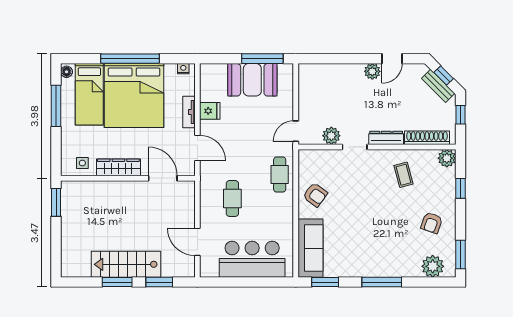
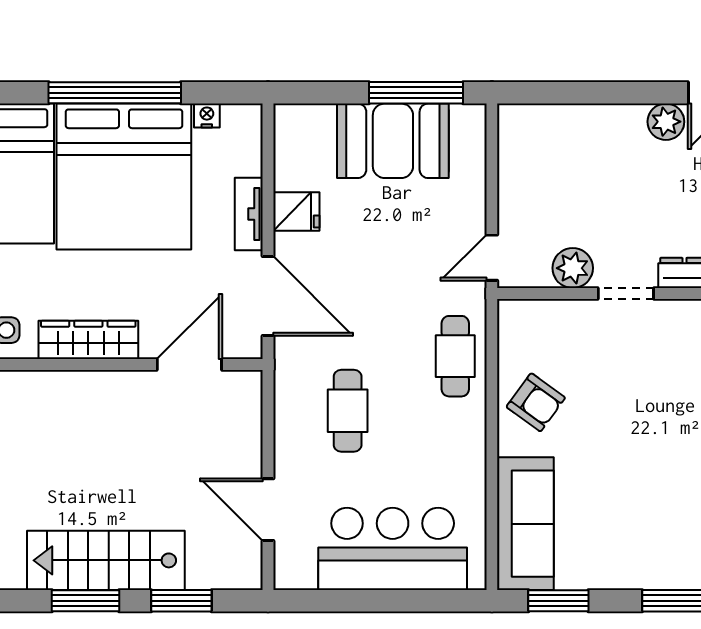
nightstand: (183, 69) -> (207, 115), moved
door: (197, 148) -> (268, 296), width x1.36
door: (163, 178) -> (189, 365), hinge flipped

